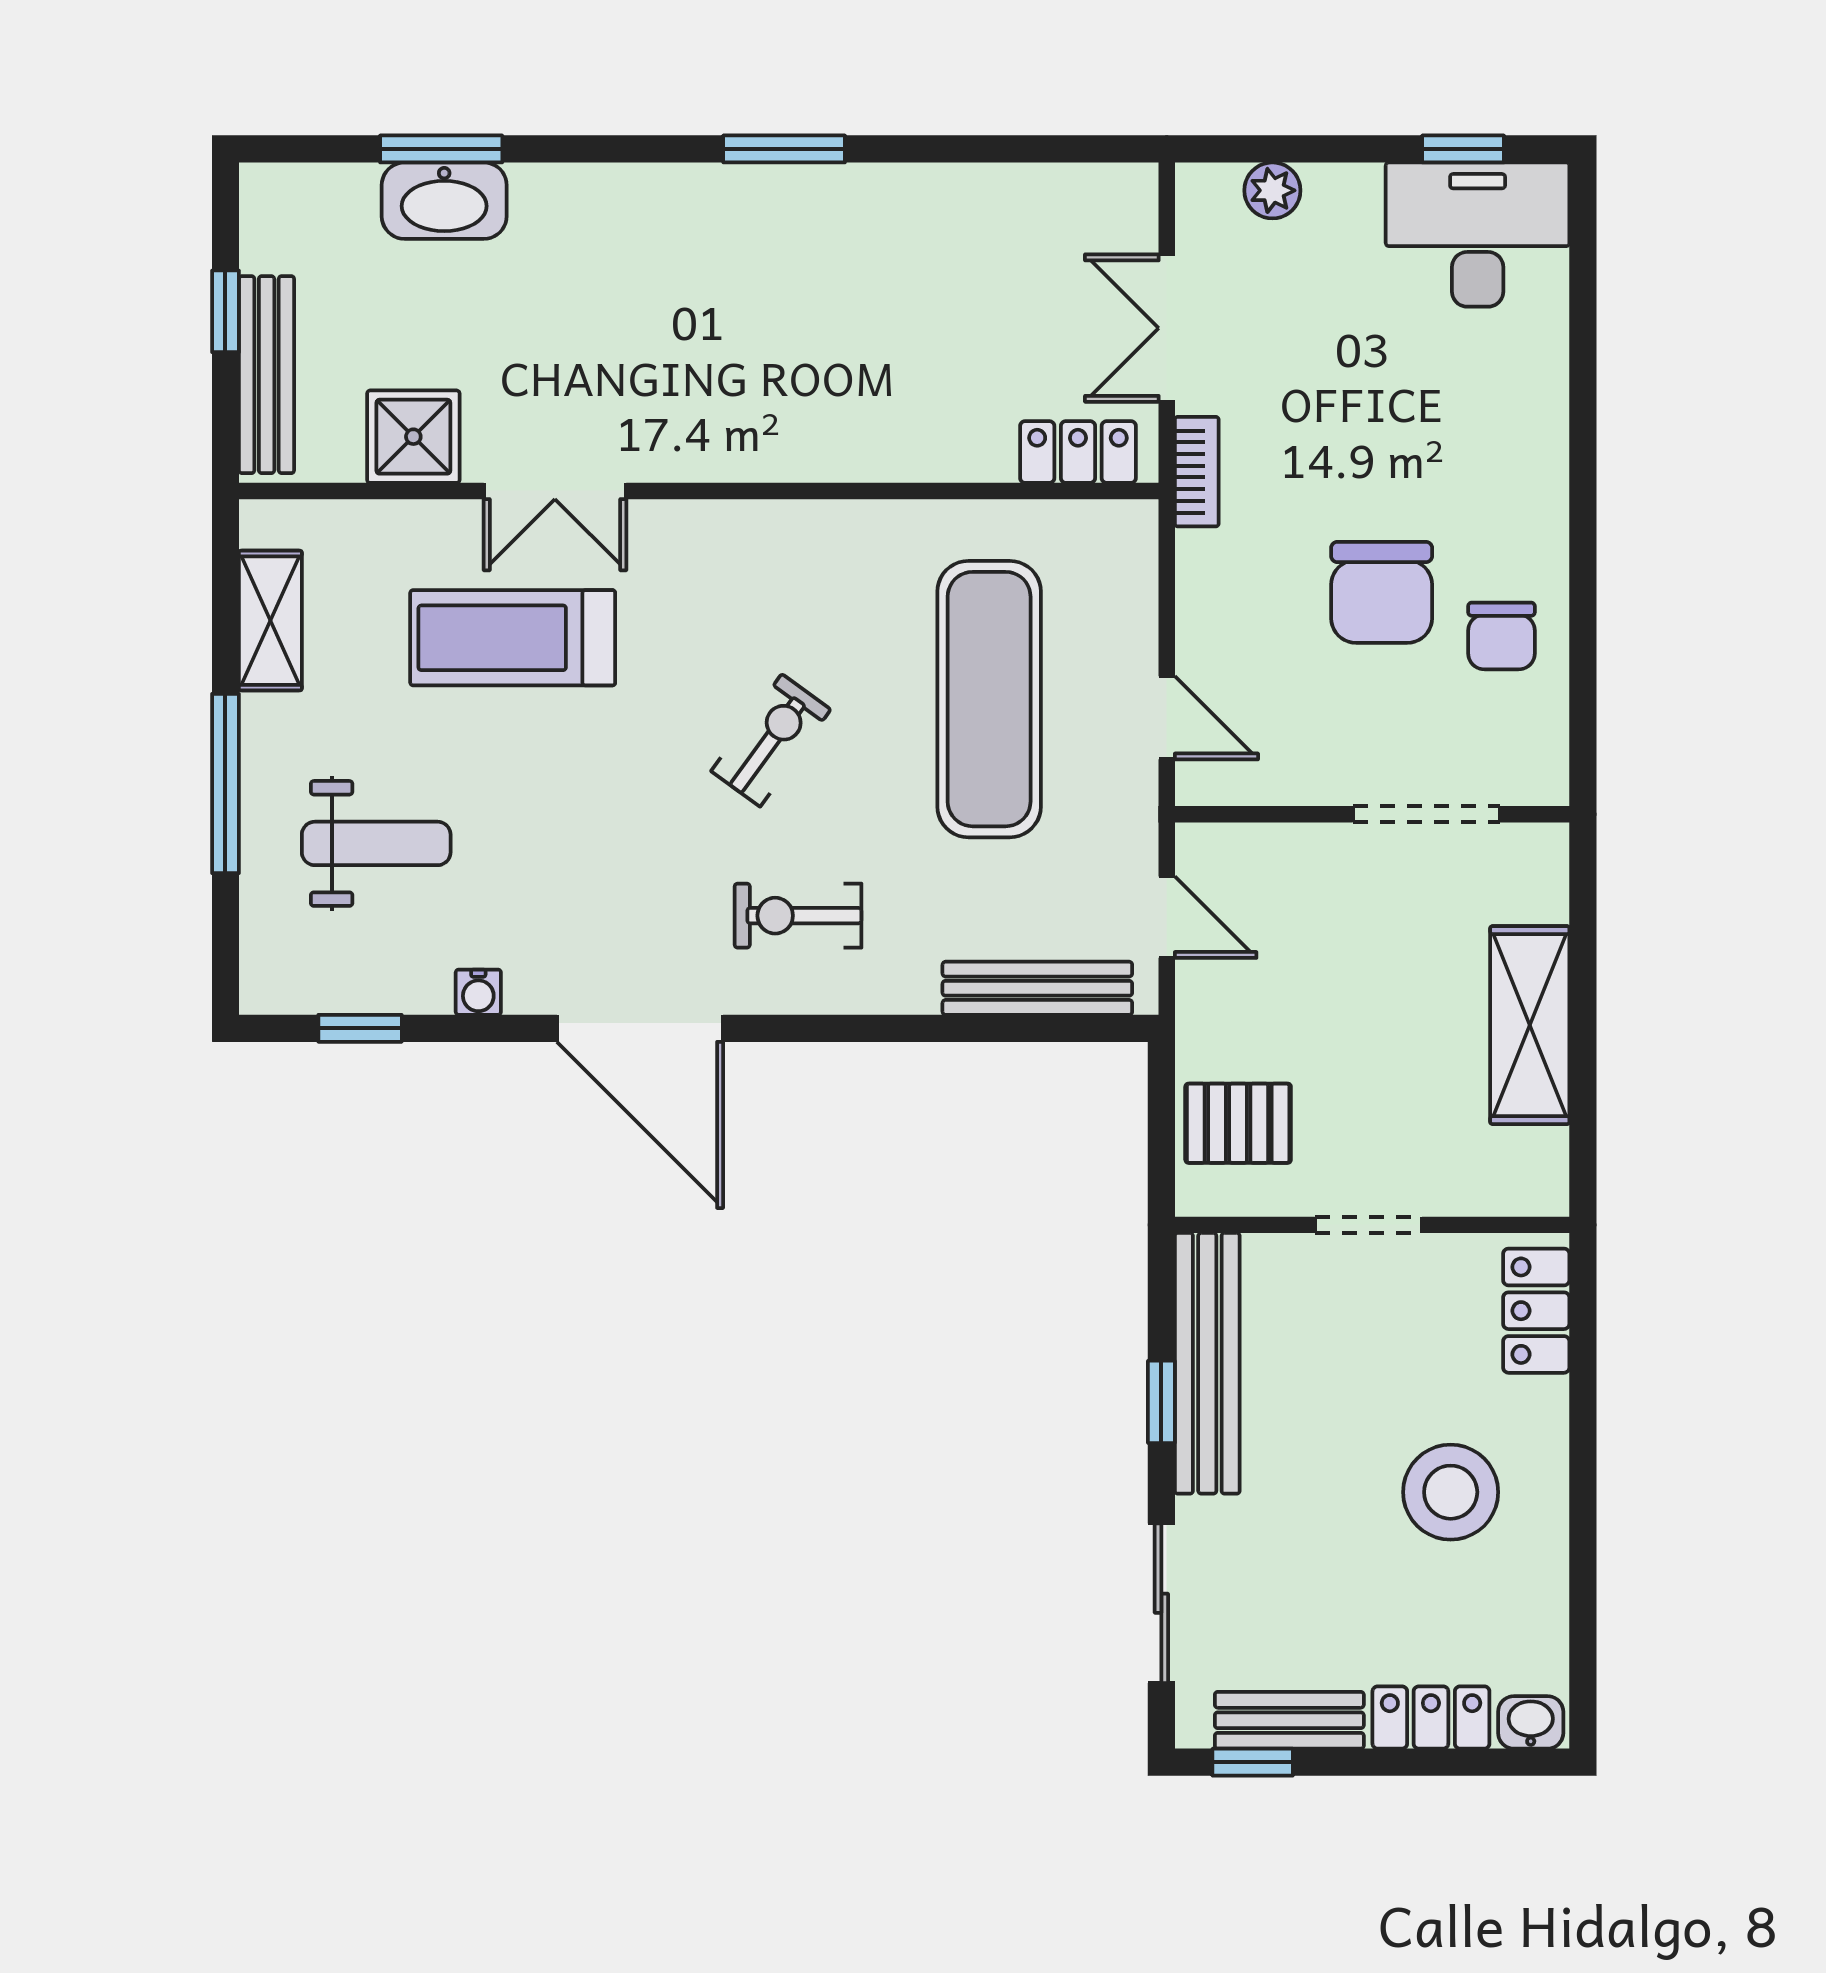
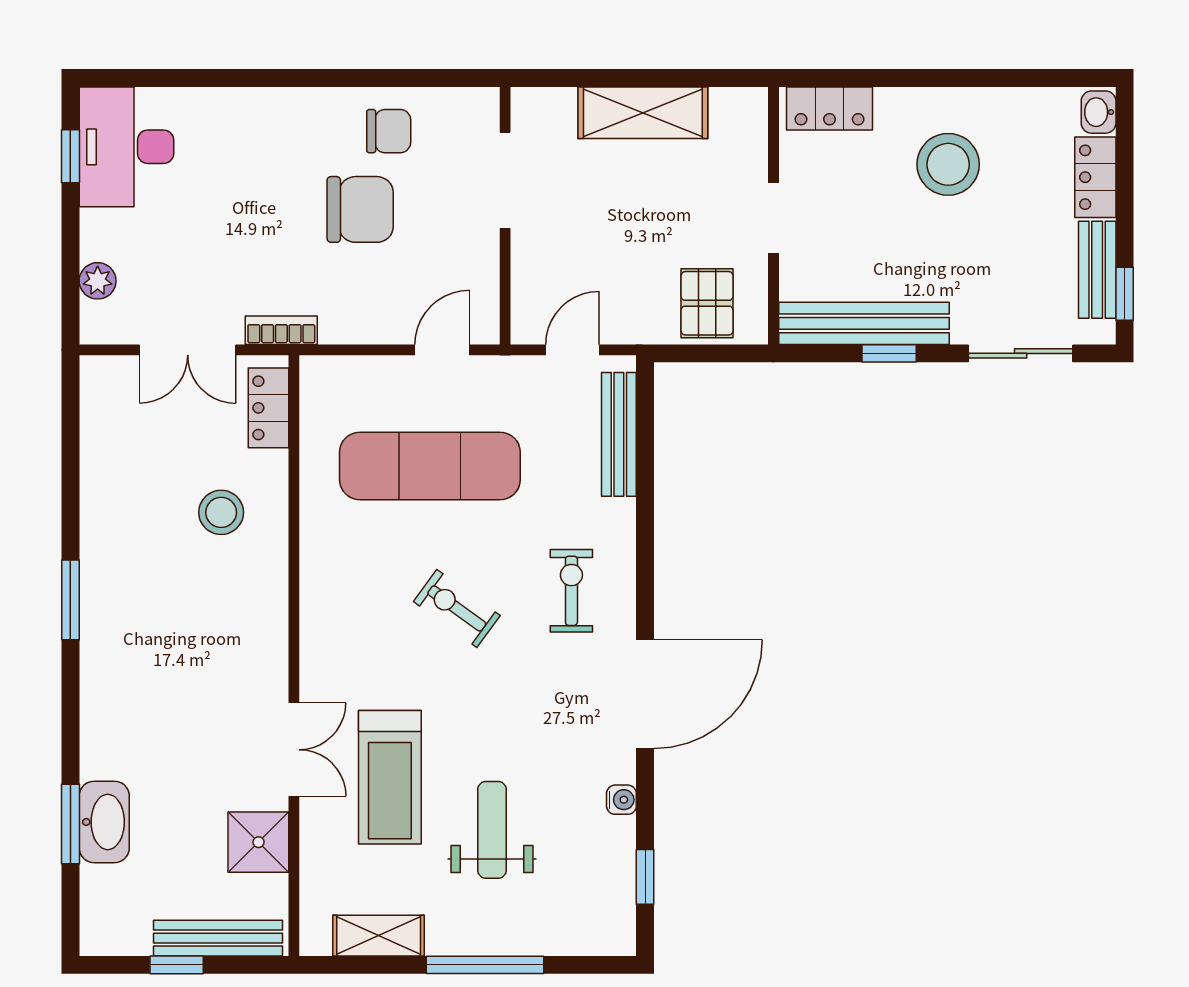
stool: (918, 380) -> (221, 512), added
weight bench: (376, 843) -> (492, 830), moved
exercise bike: (798, 916) -> (571, 591), turned 180

